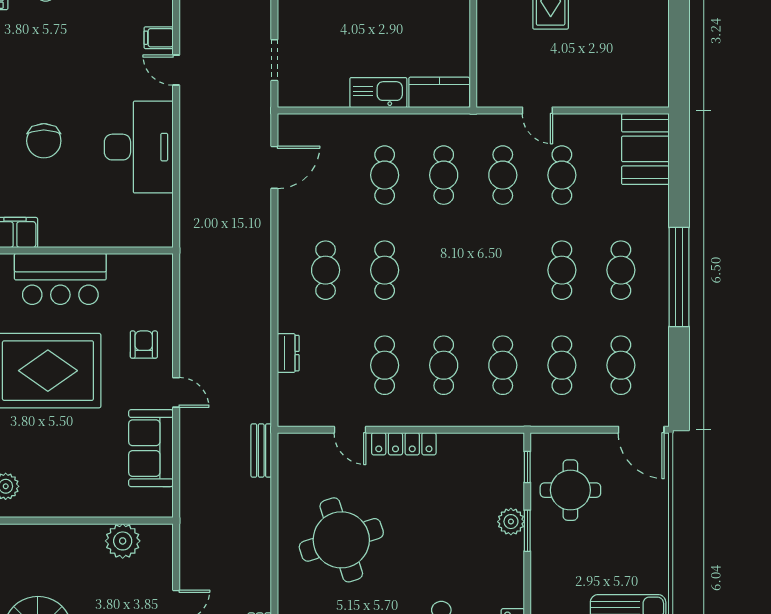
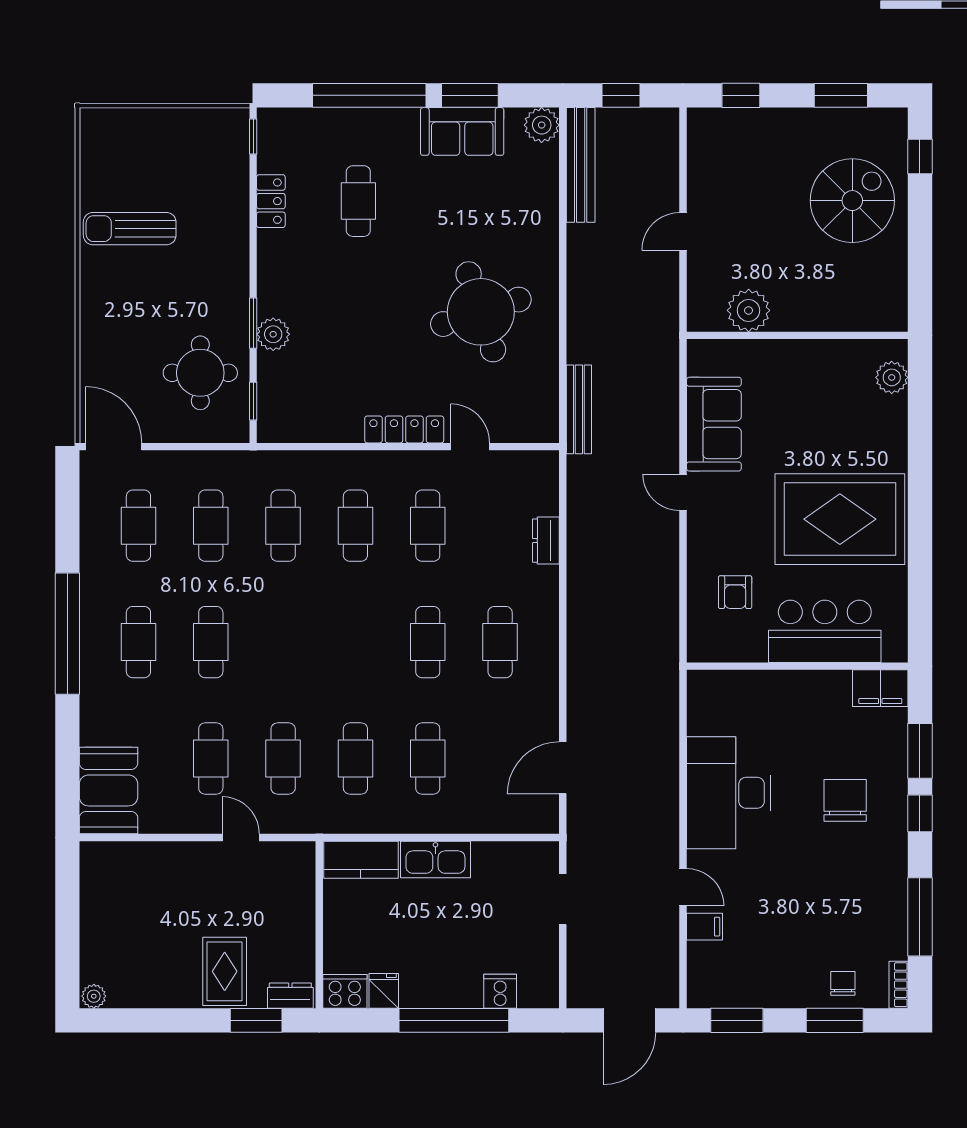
armchair: (144, 345) -> (735, 592), moved
bench: (261, 450) -> (579, 409), width x1.36

